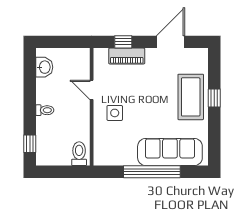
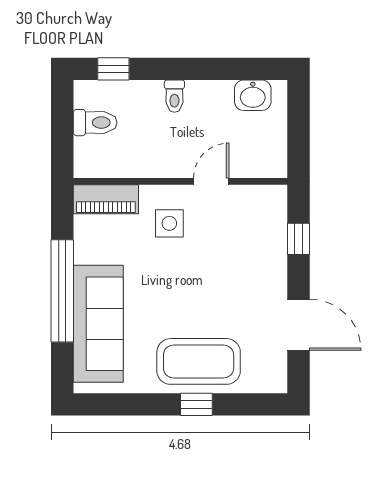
piano: (127, 56) -> (106, 199), moved, turned -90
toilet: (79, 154) -> (95, 123), moved

